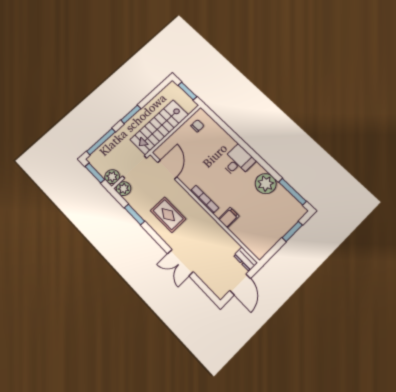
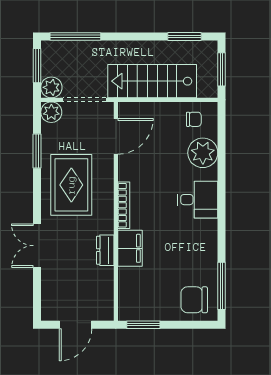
window: (131, 114) -> (185, 36), moved
plant: (266, 184) -> (203, 153), moved
chair: (286, 212) -> (194, 300), added
rug: (168, 215) -> (71, 185), width x1.36, depth x1.43
filing cabinet: (229, 218) -> (130, 248), width x2.00
window: (292, 231) -> (143, 325), moved
dresser: (245, 259) -> (105, 250), moved

